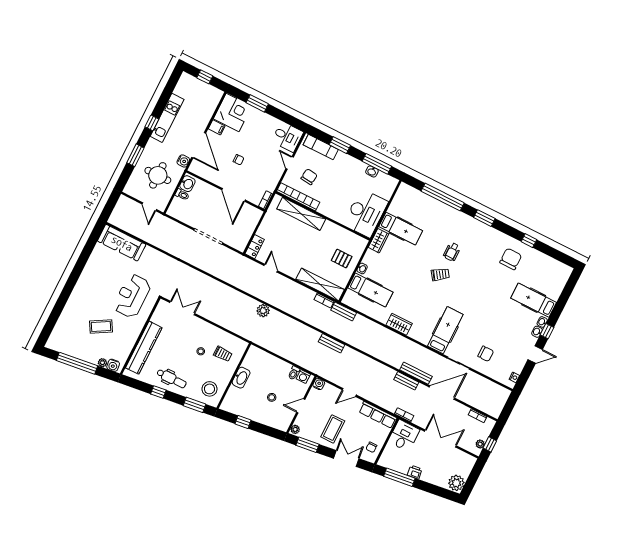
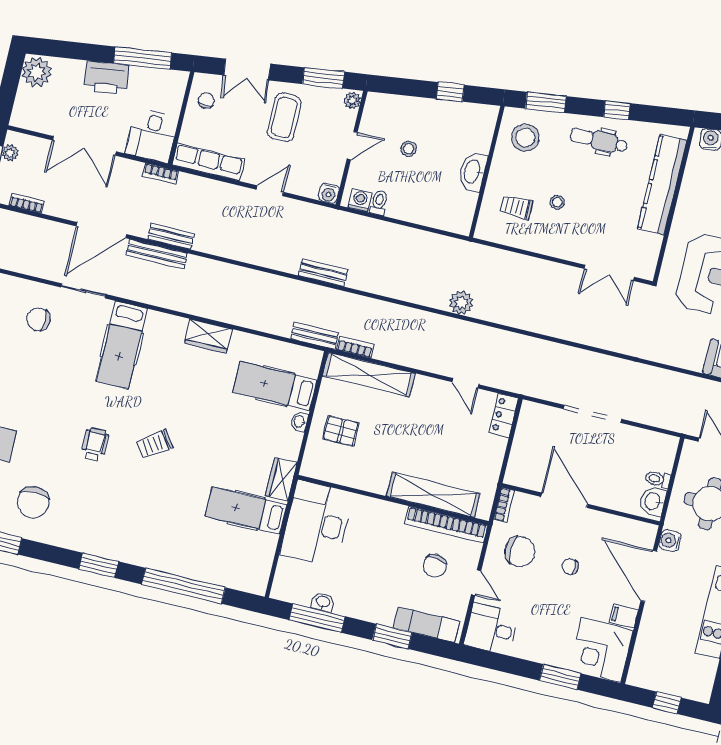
chair: (263, 174) -> (520, 551), added
wheelchair: (452, 252) -> (95, 444), moved
printer: (415, 472) -> (107, 78), width x1.87, depth x1.48

